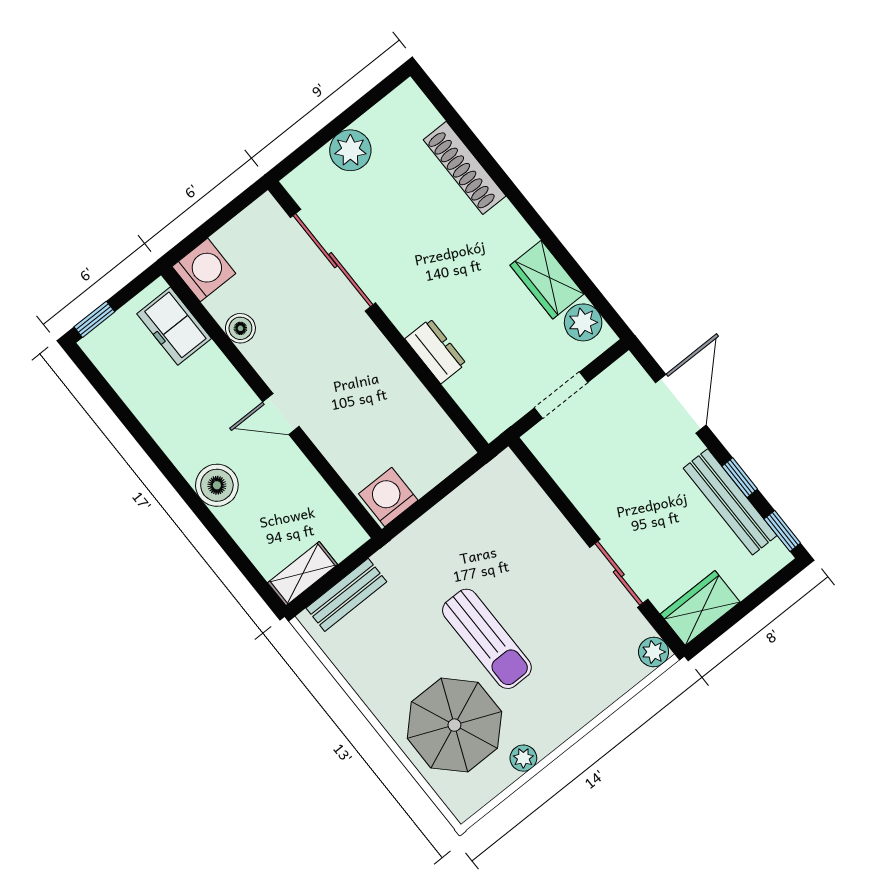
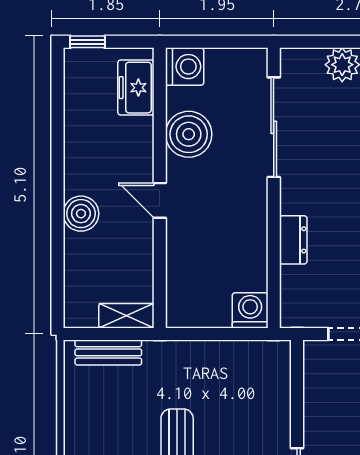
boiler: (240, 328) -> (189, 134), width x1.86, depth x1.86
washing machine: (388, 497) -> (250, 310), moved
shelving: (303, 574) -> (126, 316), moved

